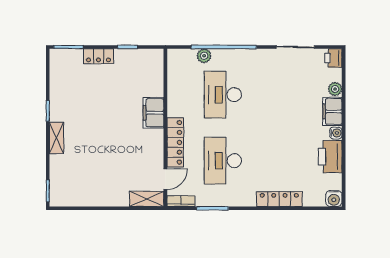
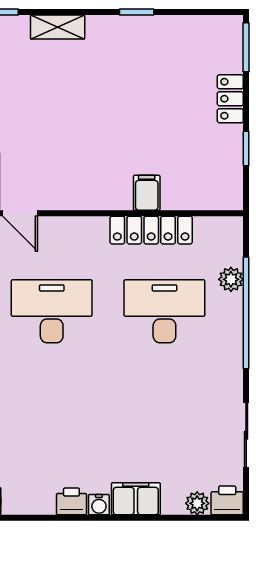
plant: (335, 89) -> (197, 503), moved
filing cabinet: (153, 113) -> (147, 193), width x0.50
shelving: (57, 138) -> (58, 27), moved
locker: (175, 142) -> (151, 230), moved
printer: (330, 157) -> (71, 501), width x0.53, depth x0.68

